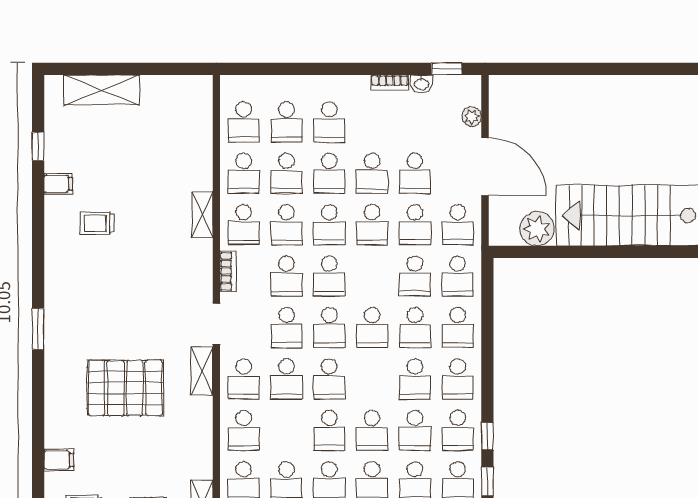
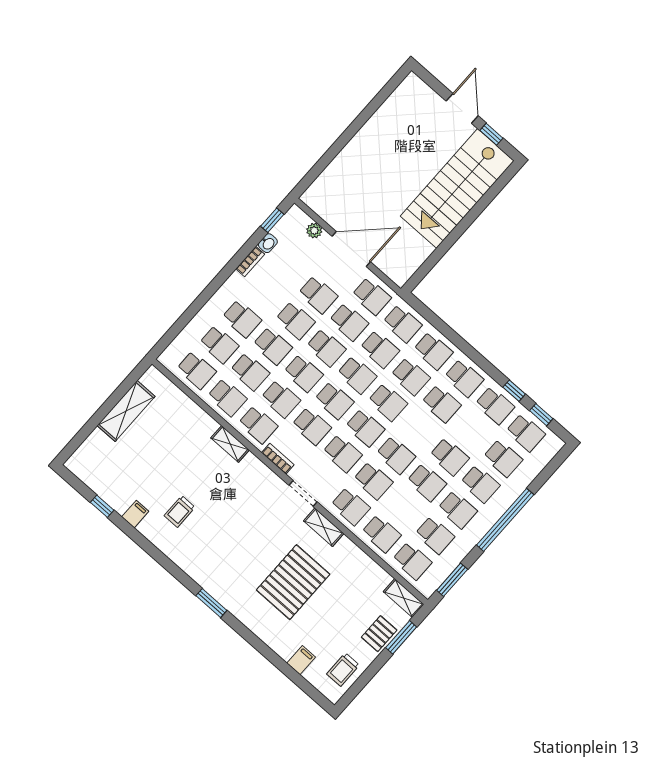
shelving: (102, 90) -> (126, 411), moved
plant: (537, 229) -> (416, 251), removed
school desk: (415, 430) -> (357, 375), moved

